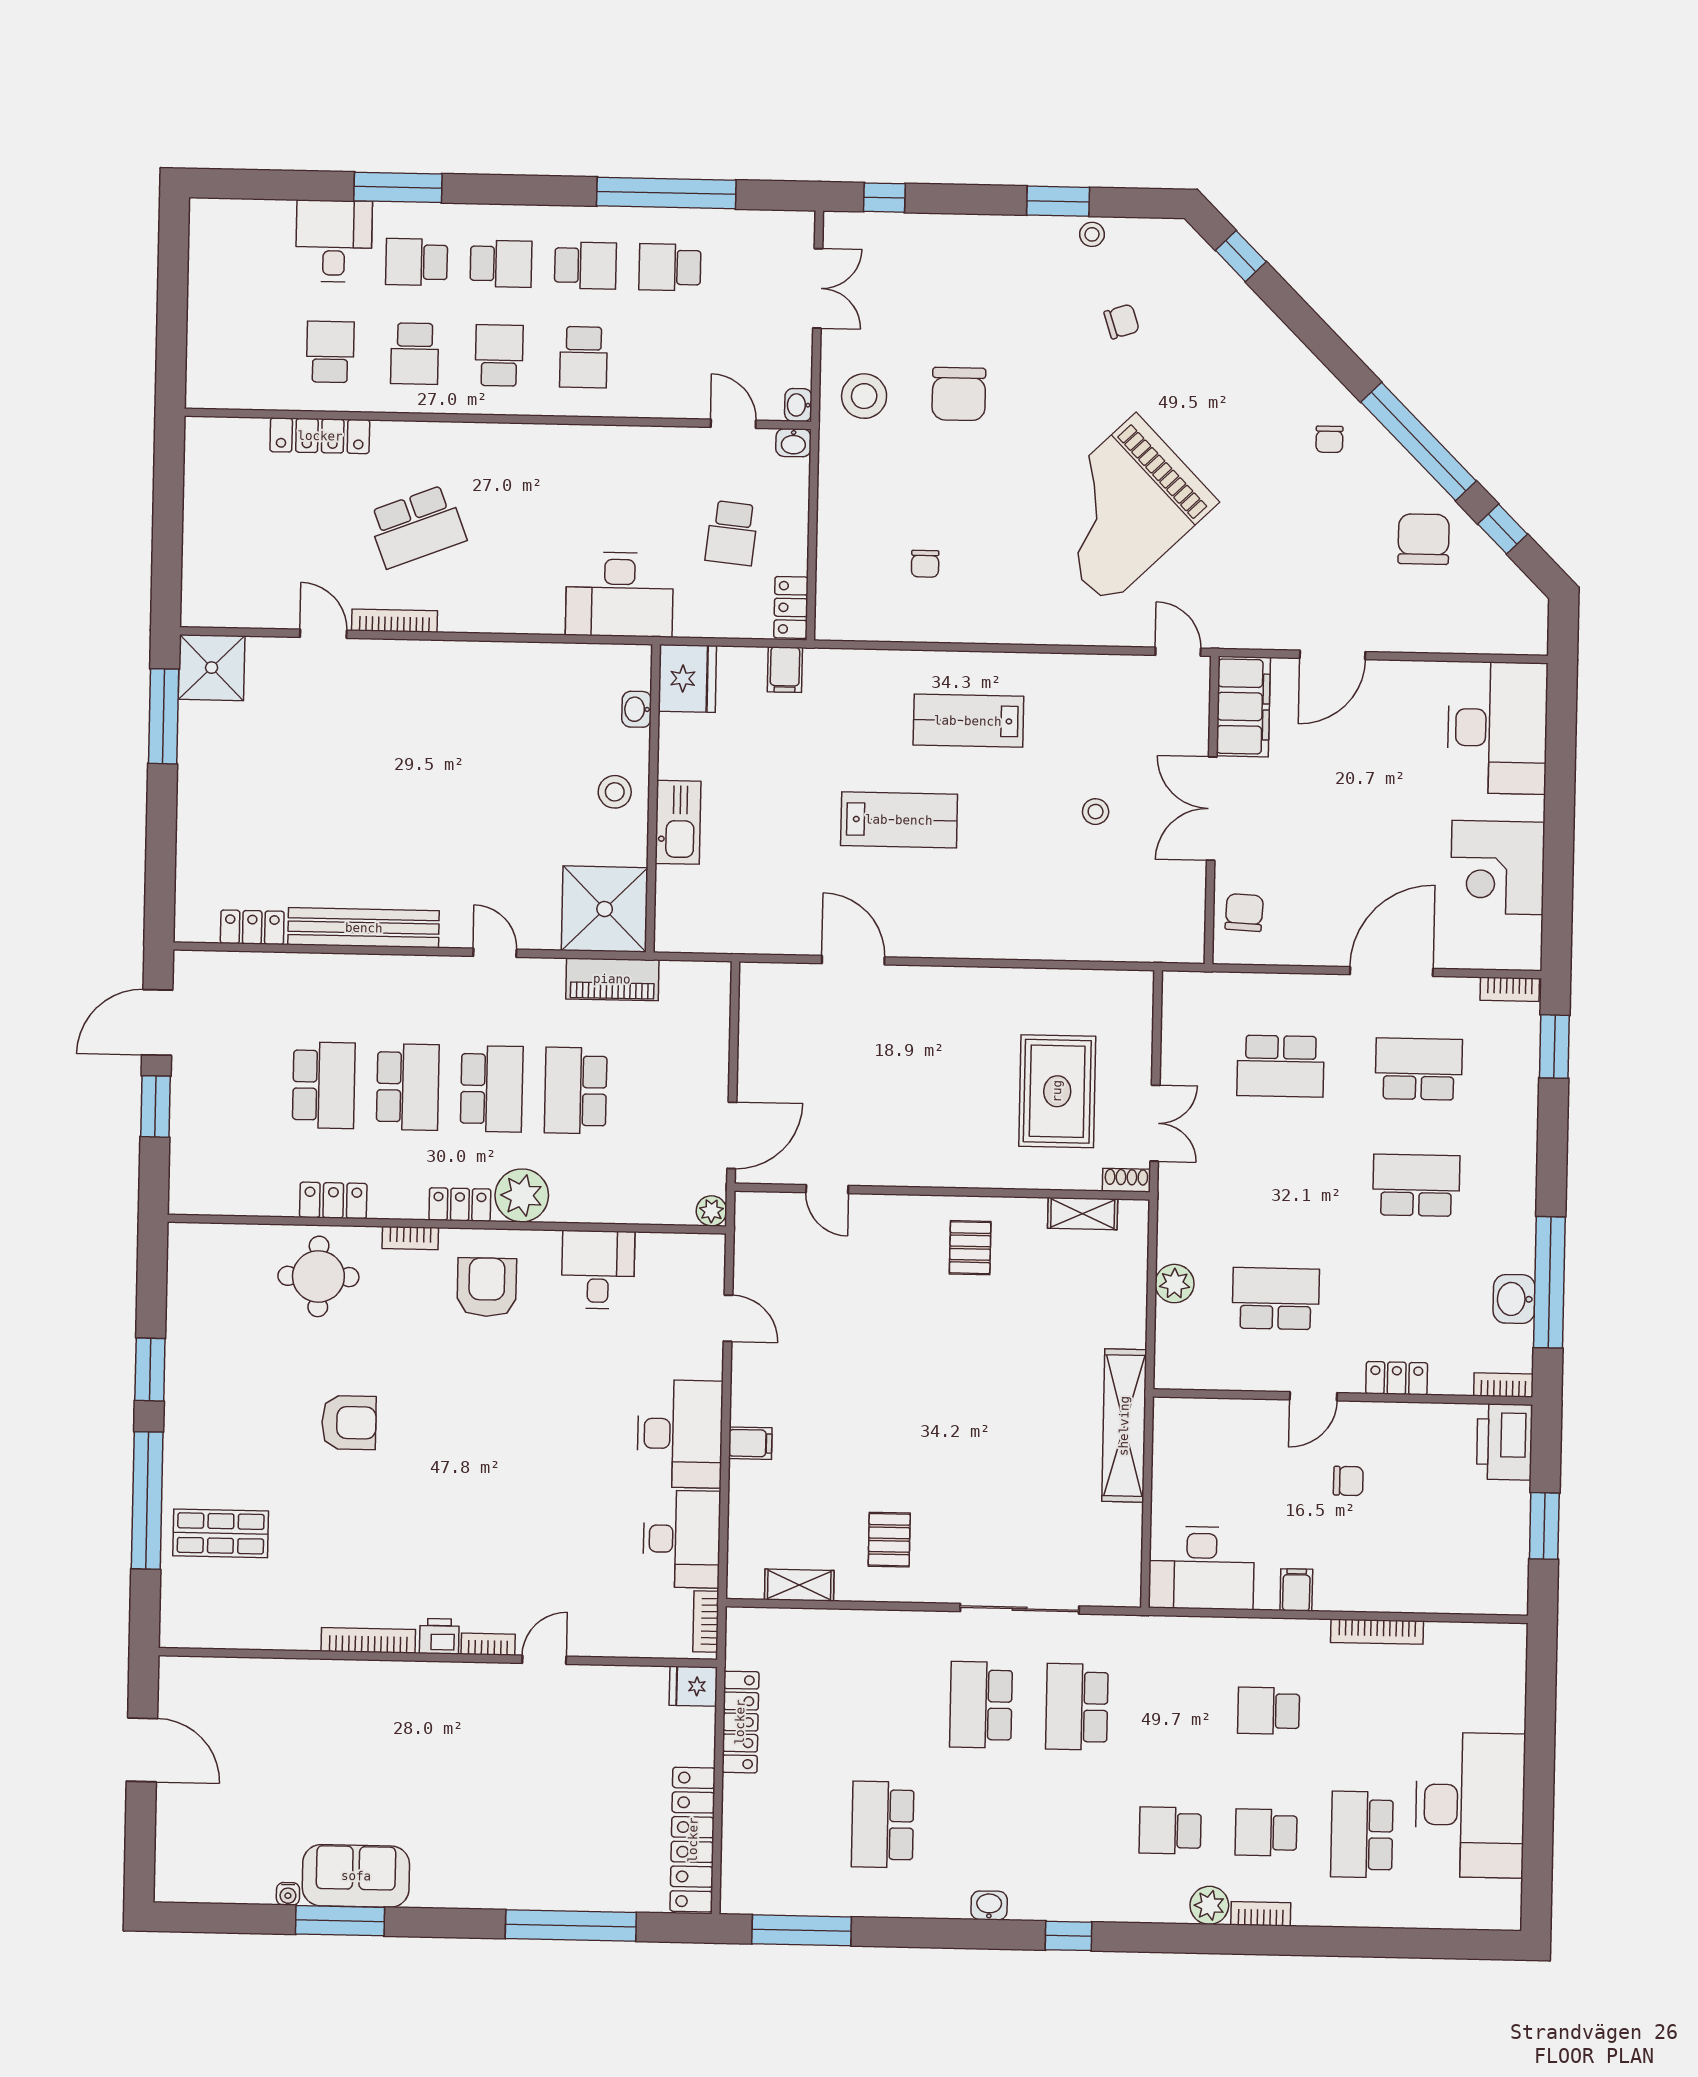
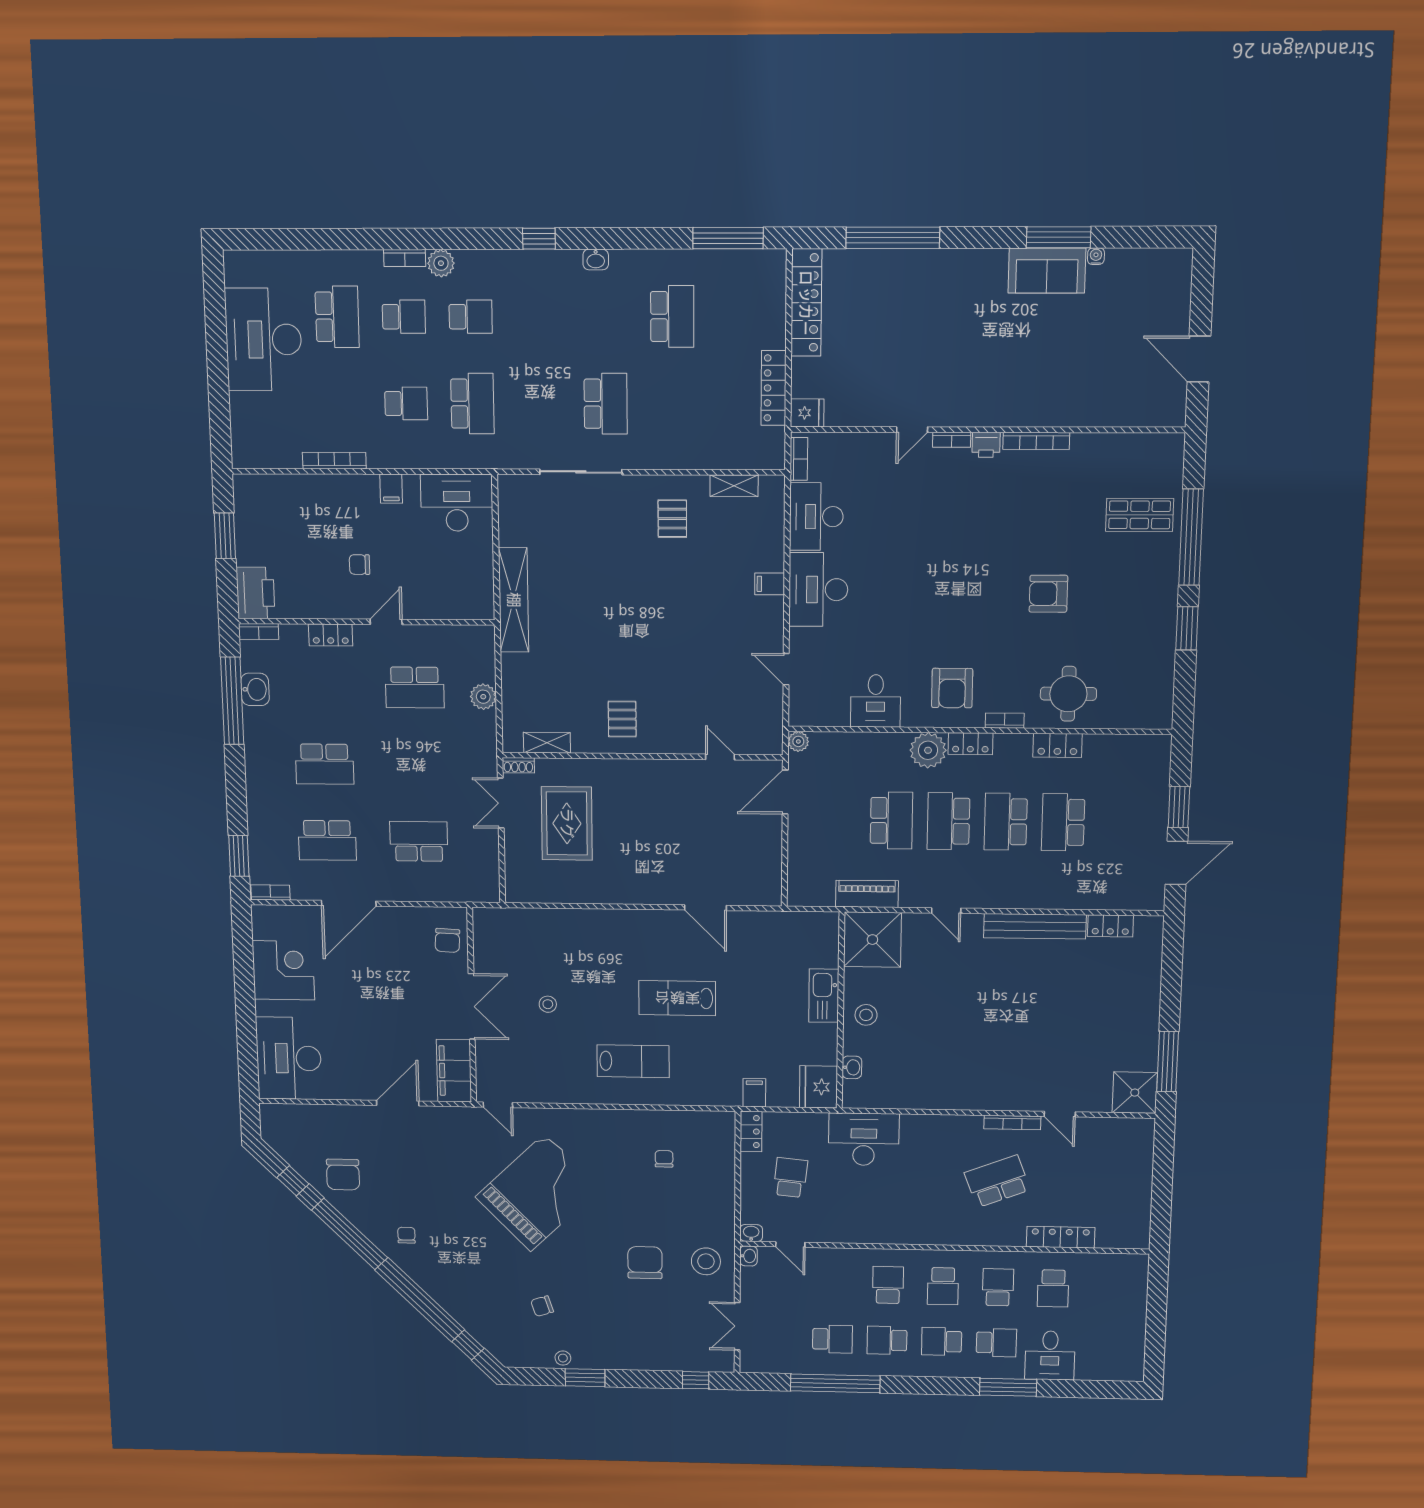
school desk: (1077, 1707) -> (472, 404), moved

